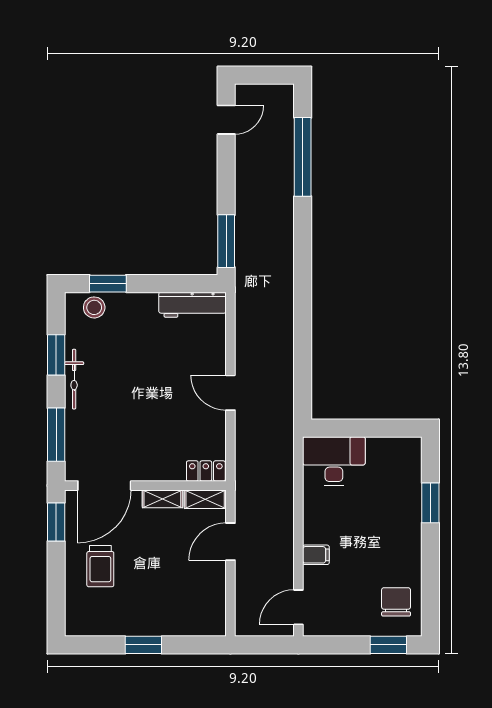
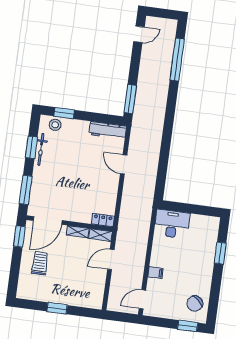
bicycle: (74, 379) -> (41, 149), moved
door: (230, 393) -> (124, 164), moved
trolley: (100, 566) -> (40, 263), turned 180
chair: (396, 602) -> (195, 304), turned -139

